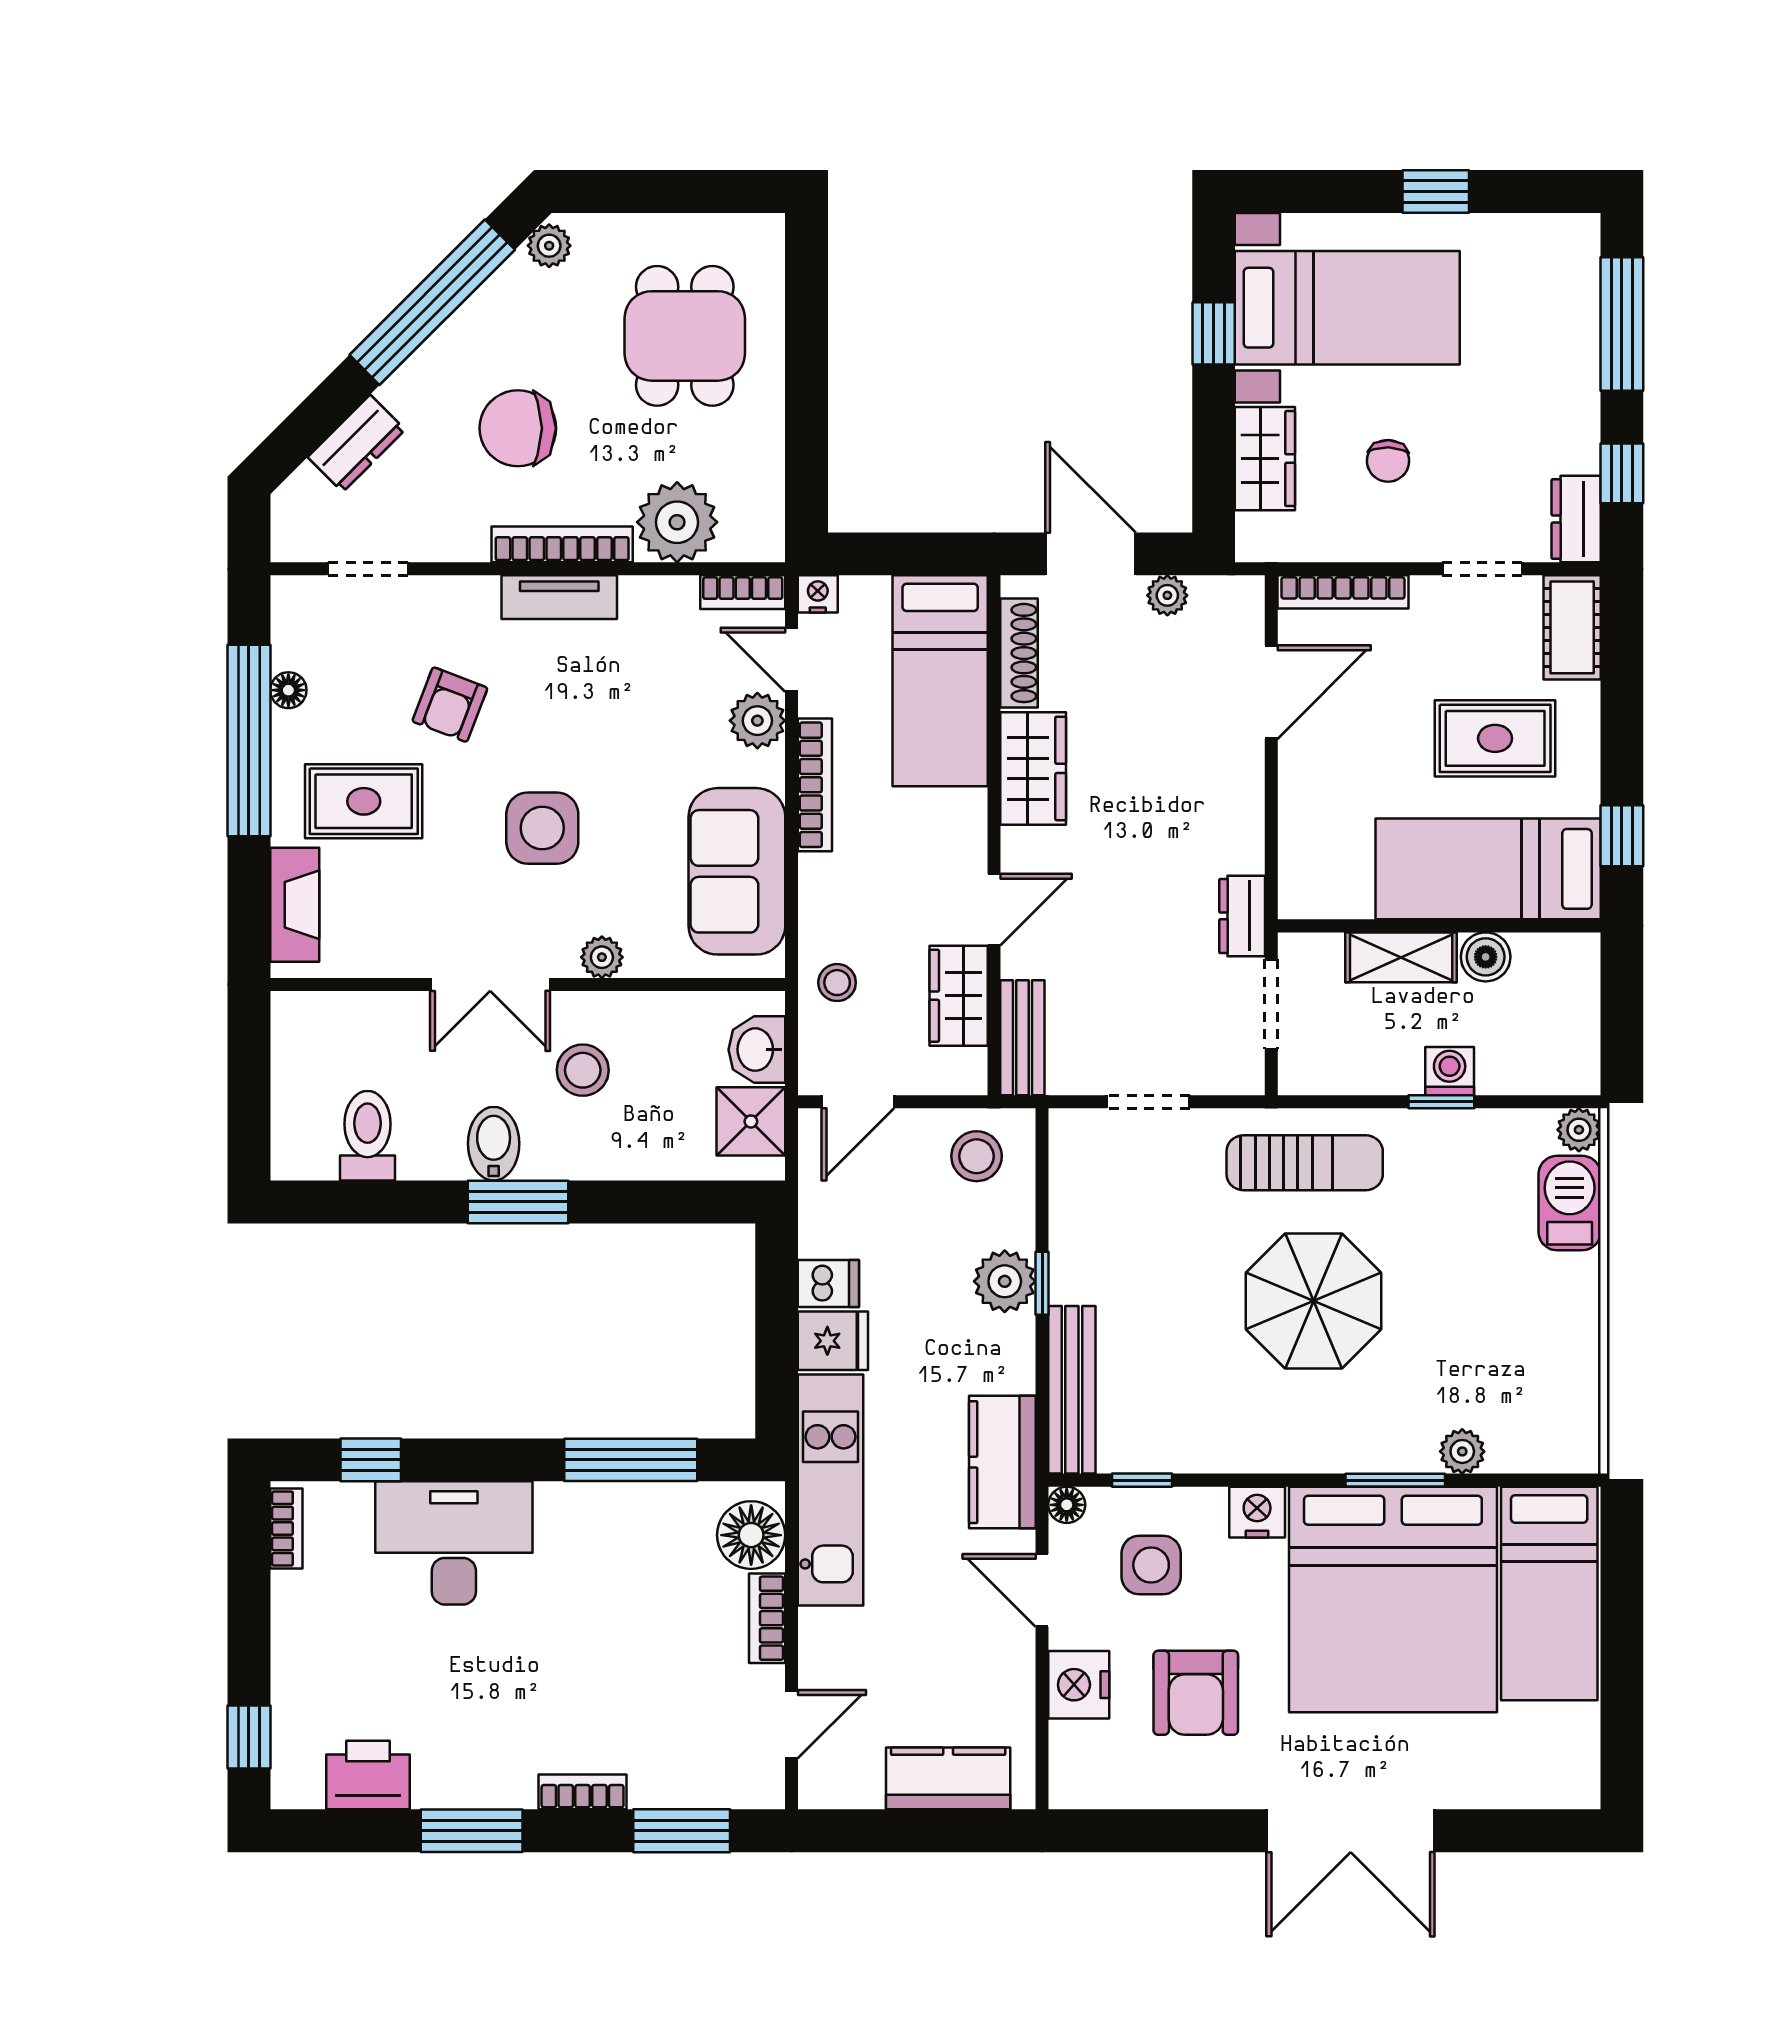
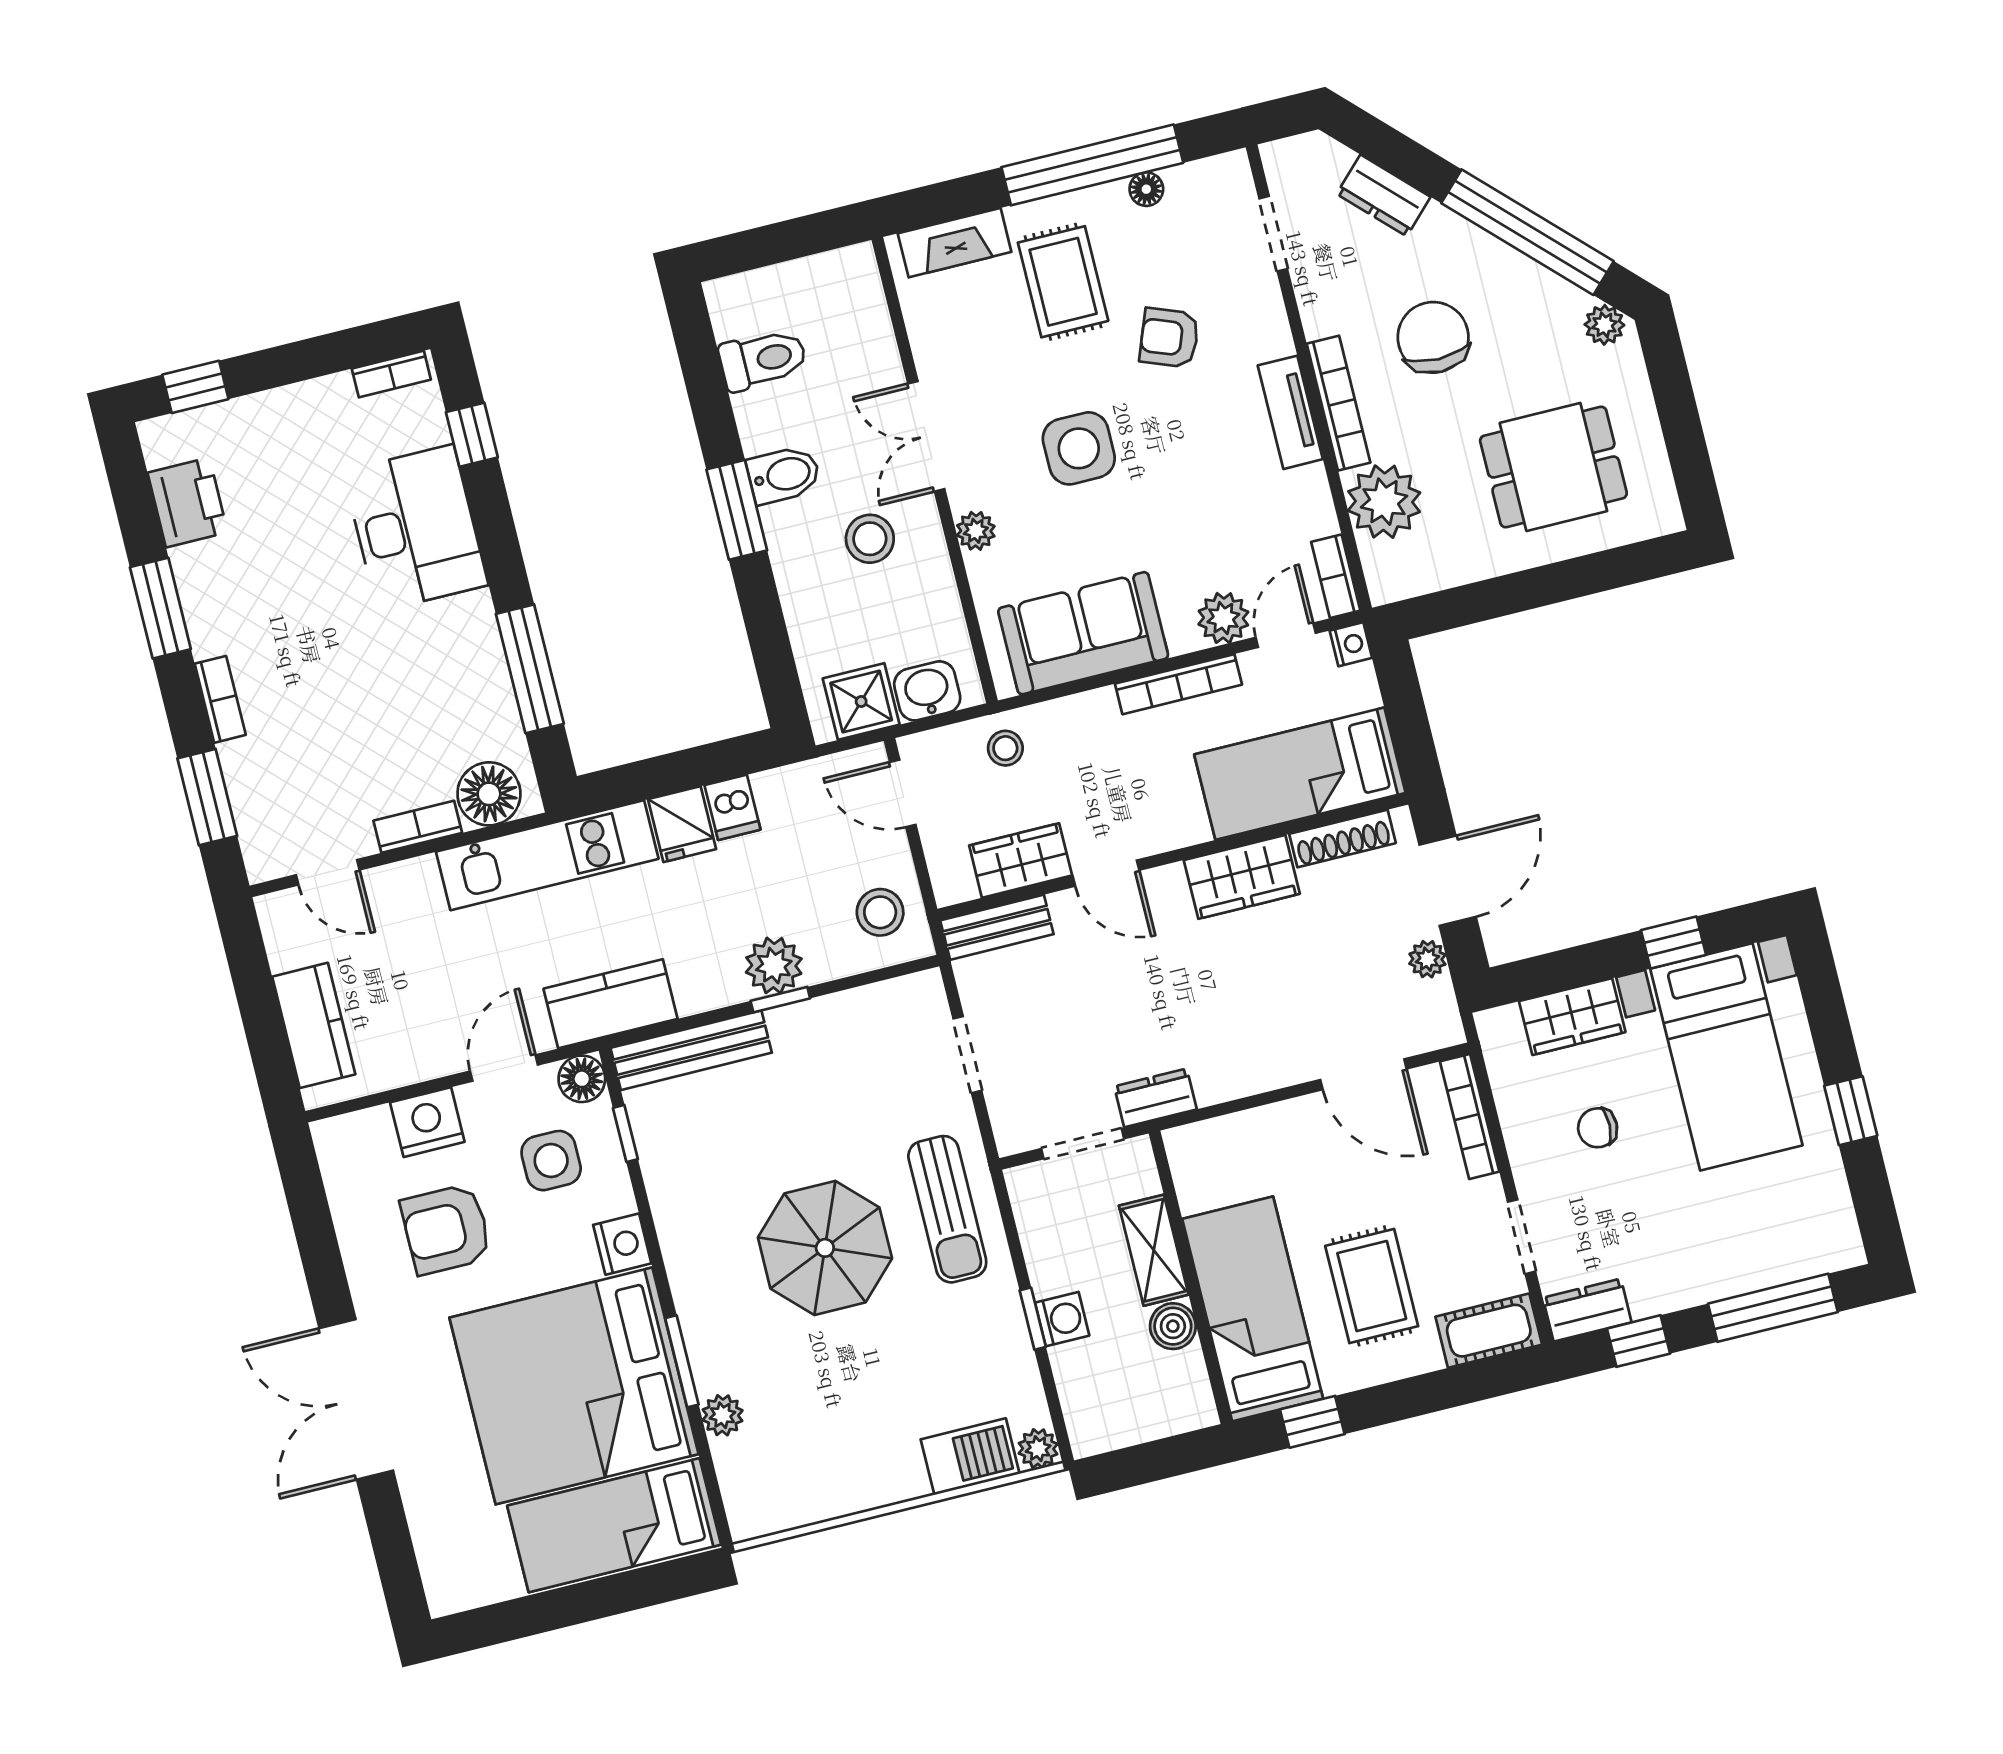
floor lamp: (1067, 1505) -> (582, 1079), width x1.37, depth x1.37

